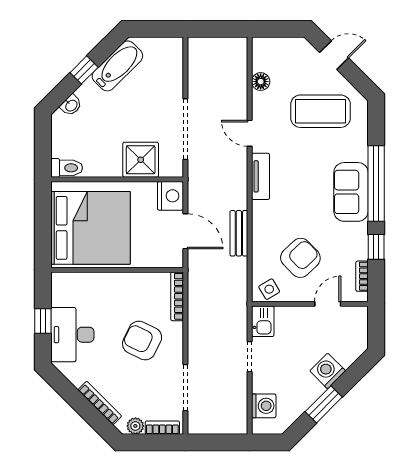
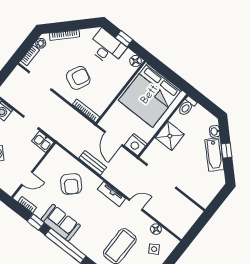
bathtub: (117, 66) -> (214, 155), moved
shower: (141, 160) -> (170, 136), moved
sofa: (351, 192) -> (61, 223), moved
door: (185, 231) -> (113, 139), hinge flipped
armchair: (300, 258) -> (71, 184), moved
floor lamp: (60, 283) -> (135, 61), added
side table: (269, 289) -> (154, 249), moved
door: (328, 304) -> (27, 178), hinge flipped

